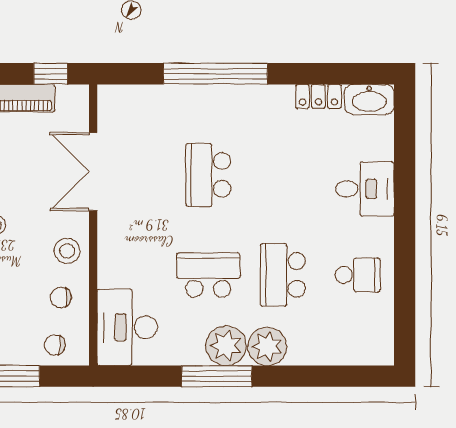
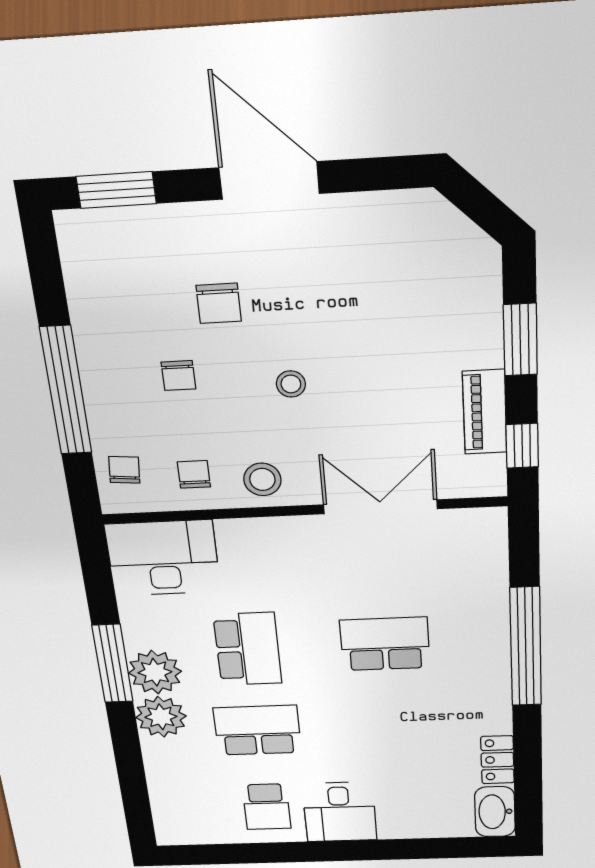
desk: (365, 189) -> (340, 812), moved

